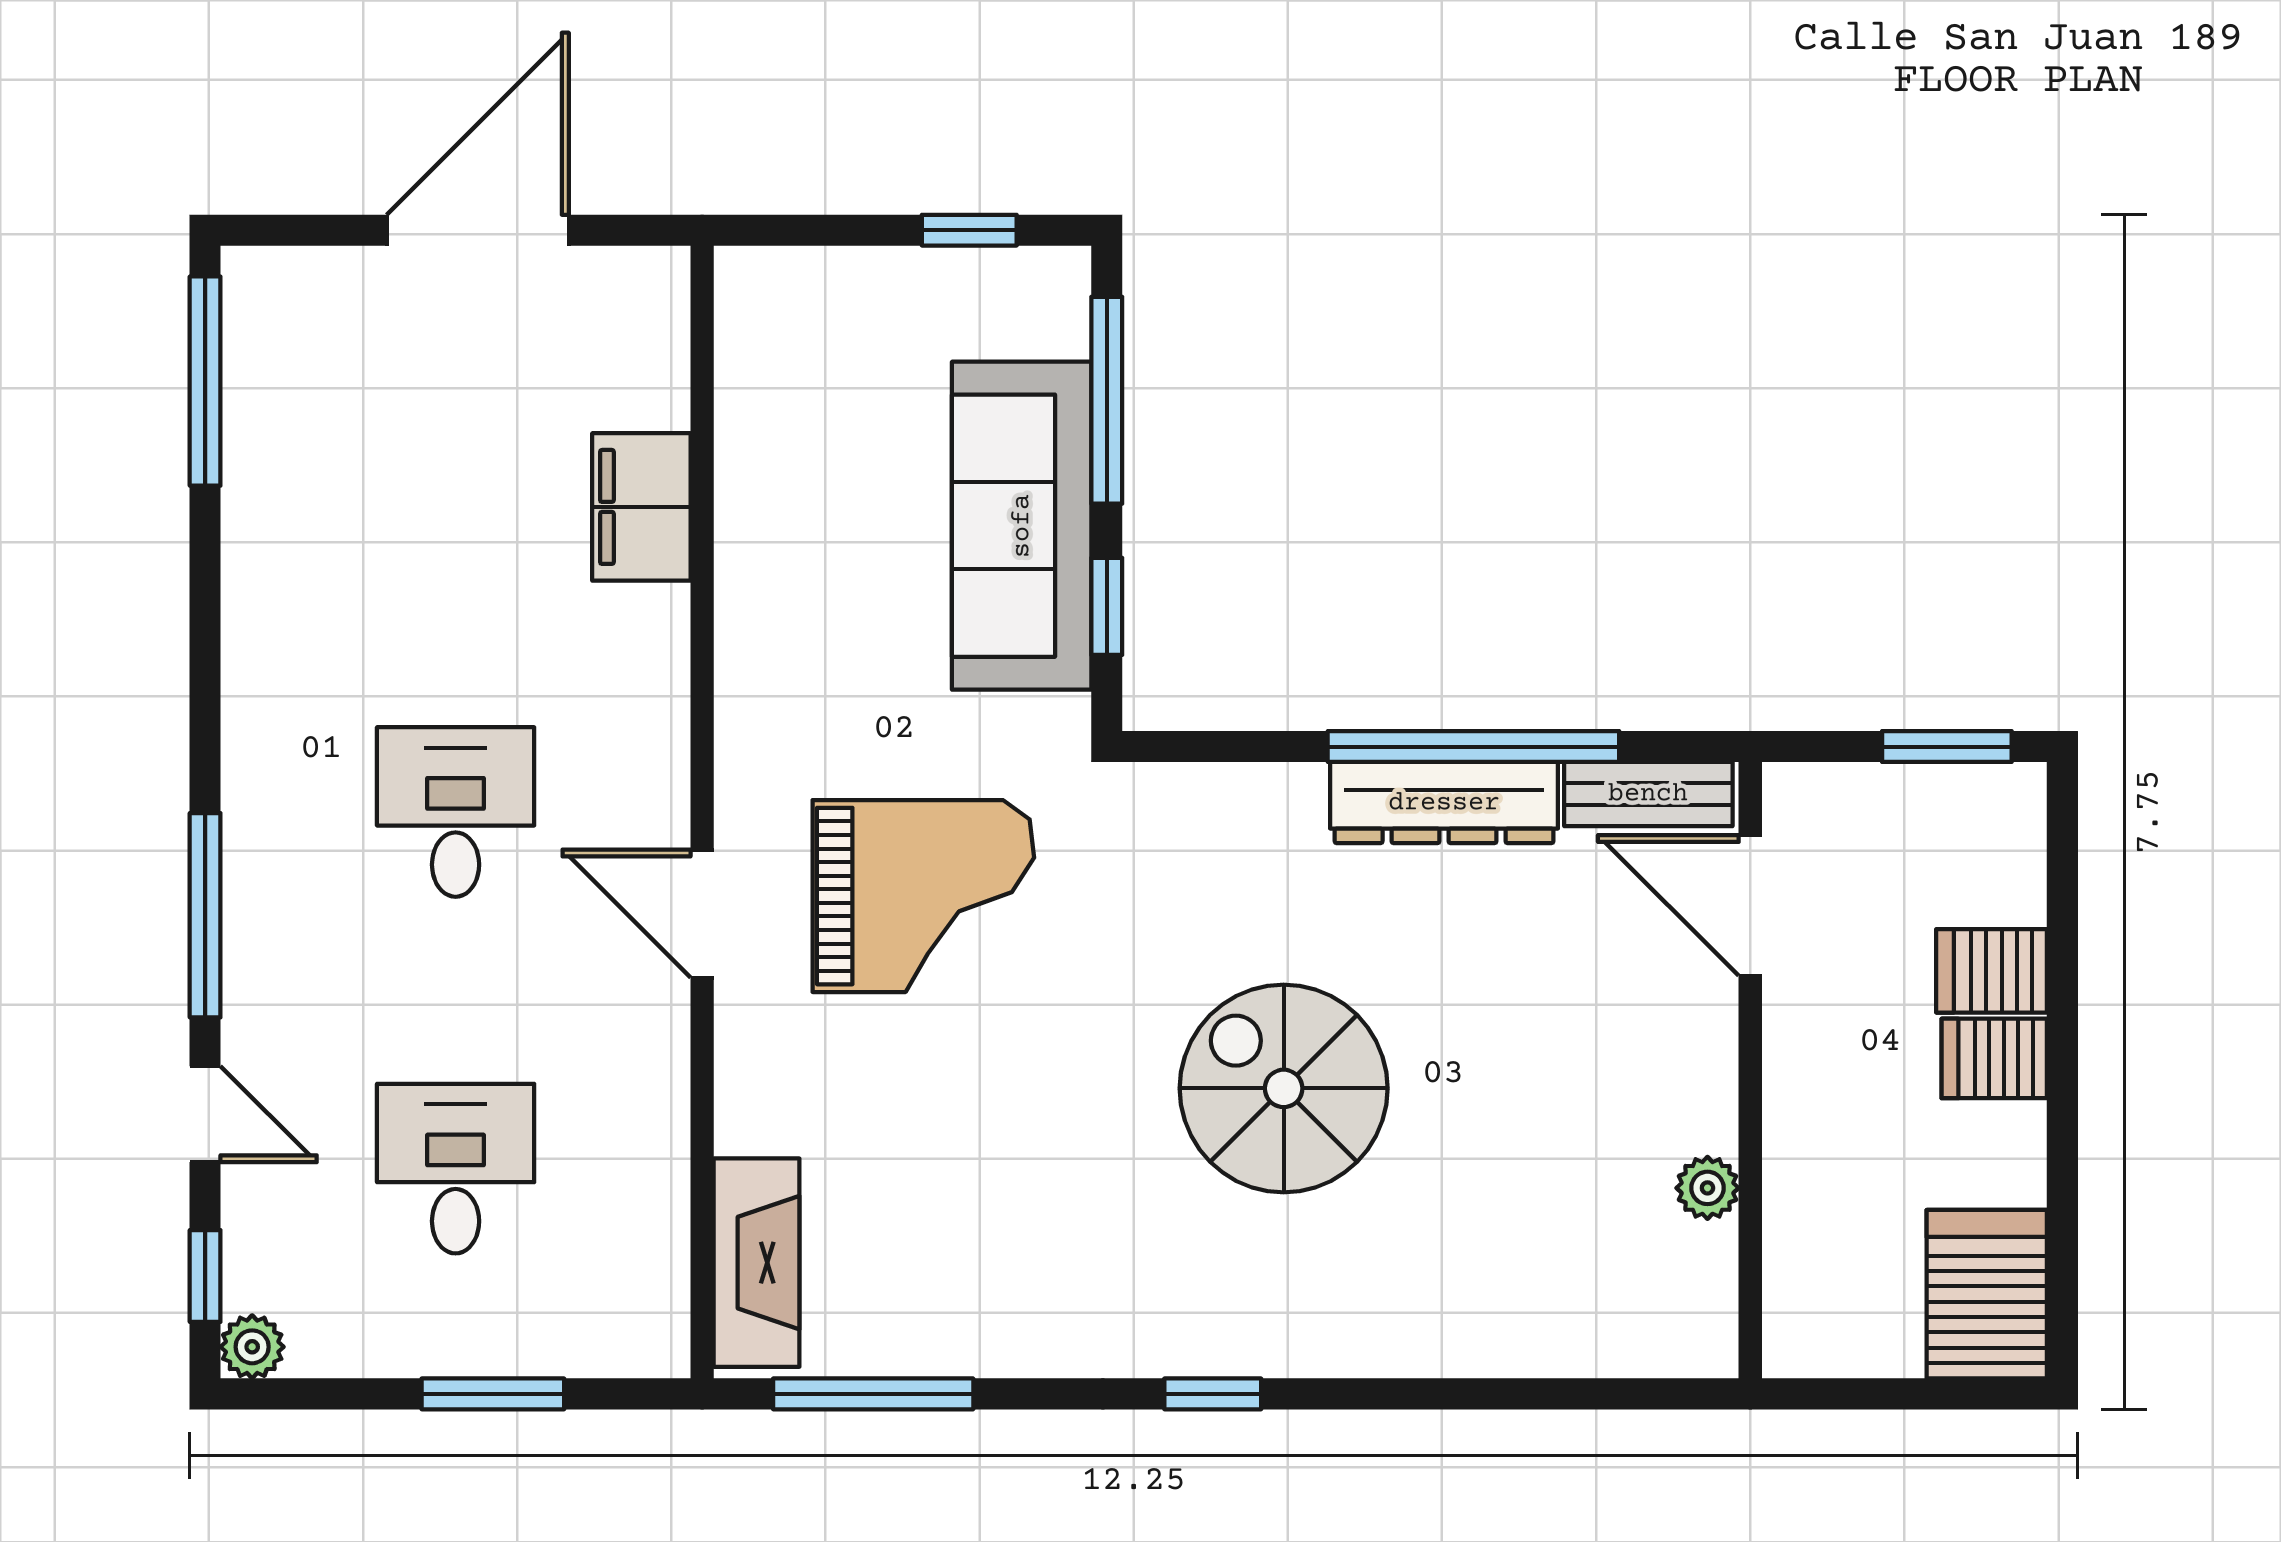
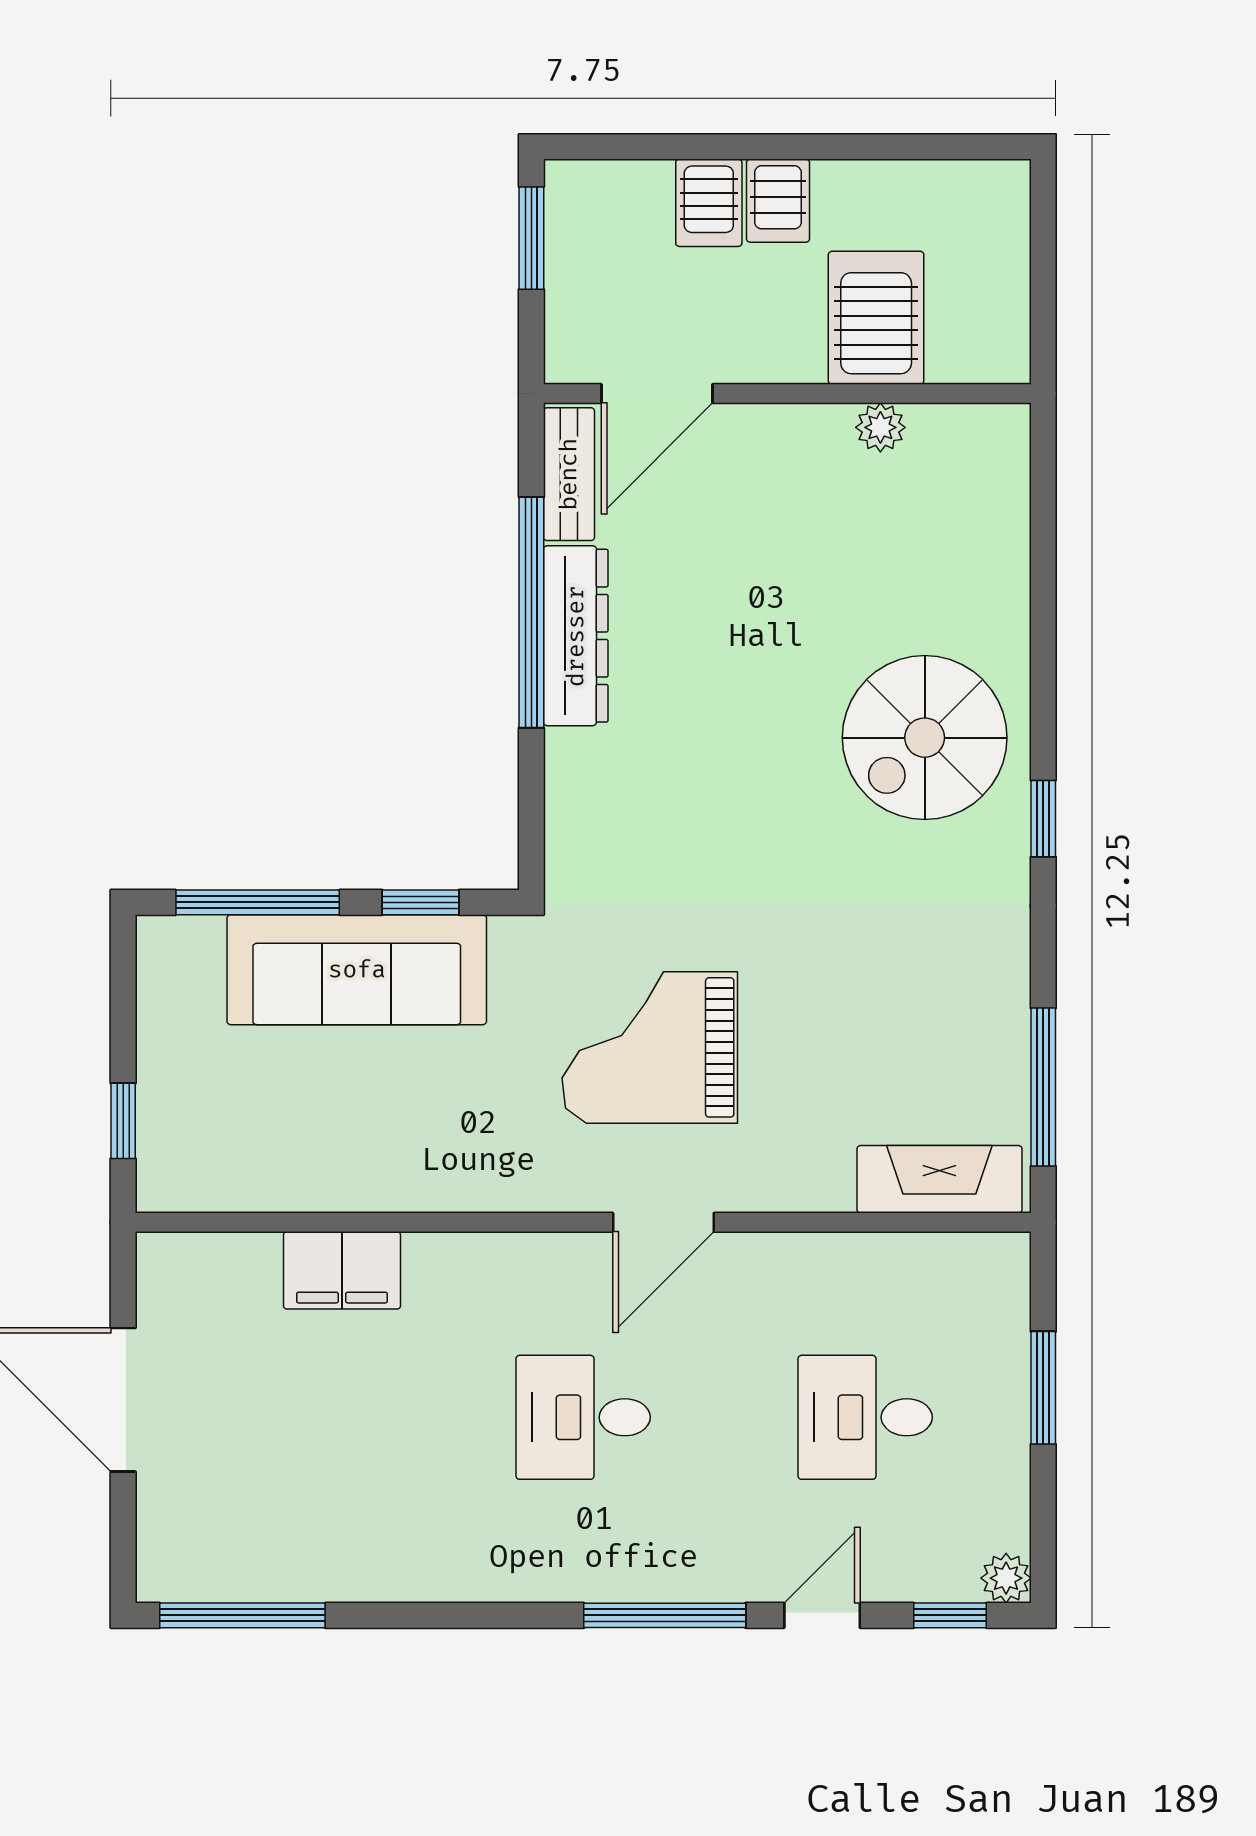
window: (969, 230) -> (123, 1121), moved
grand piano: (923, 896) -> (650, 1047), turned -90
spiral stairs: (1284, 1088) -> (925, 738), moved
server rack: (1987, 1294) -> (876, 318), moved, turned 90

